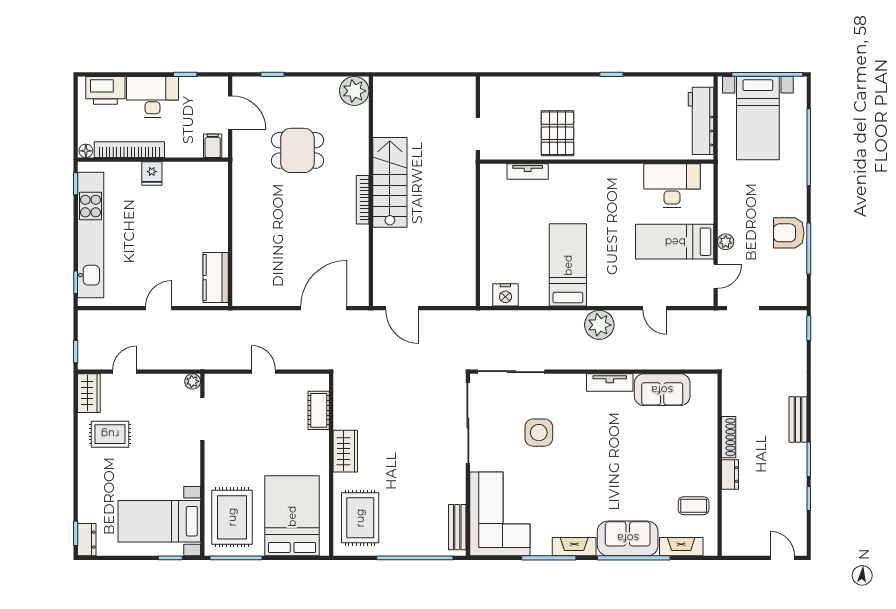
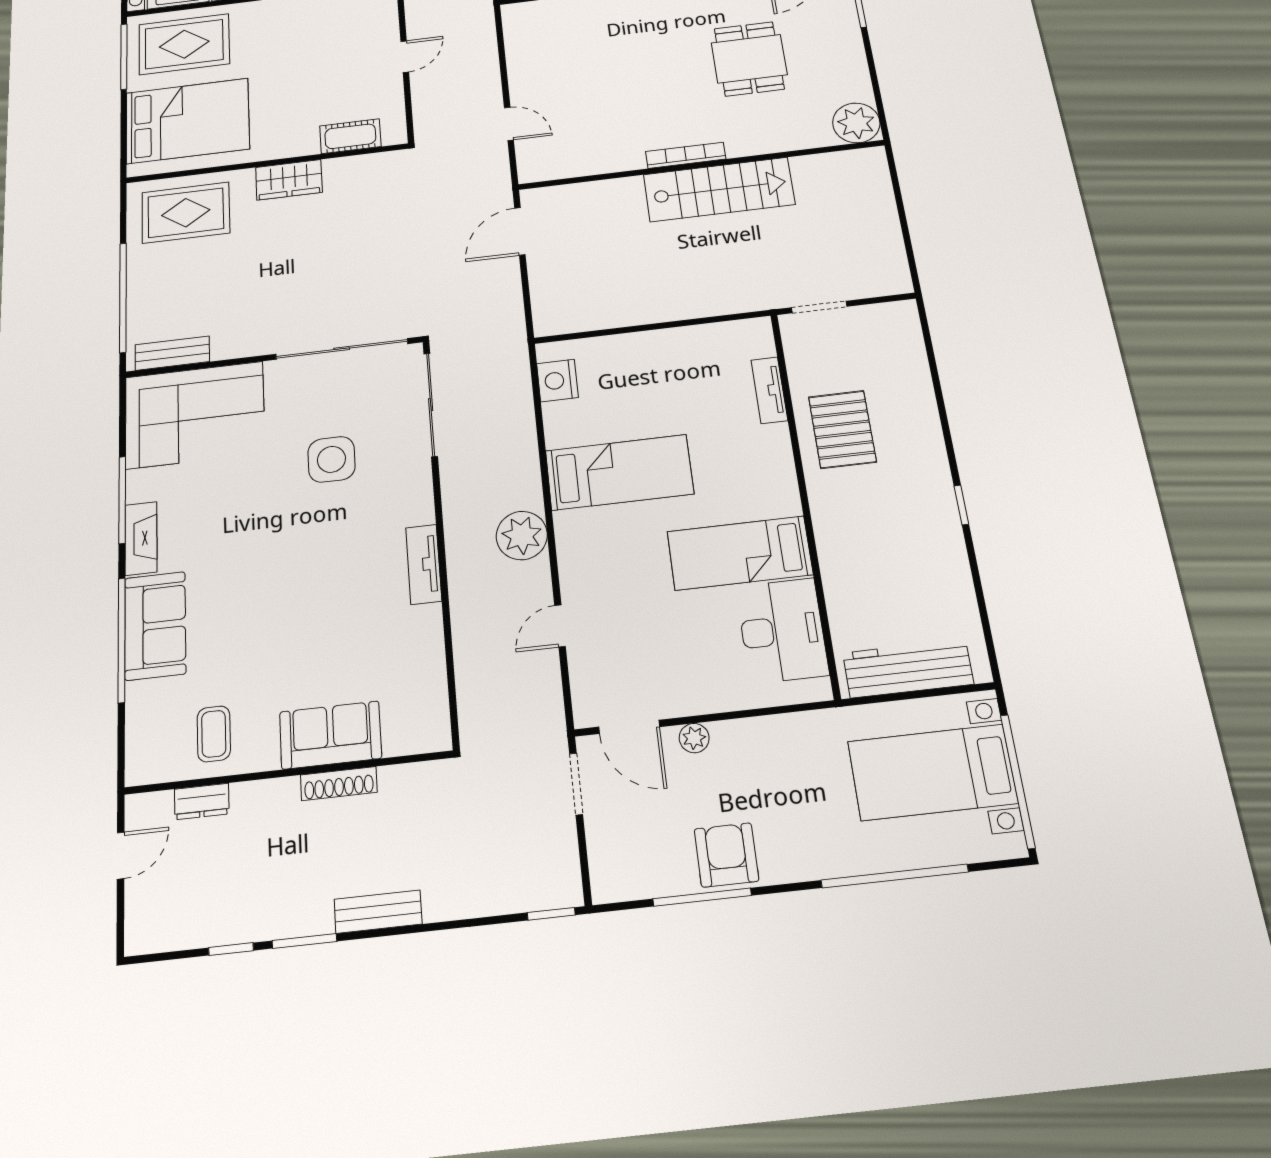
pallet: (557, 133) -> (842, 429), turned 90
bed: (675, 242) -> (740, 553), moved, turned -90
door: (716, 276) -> (629, 727), width x1.38
door: (324, 308) -> (509, 124), width x0.53
sofa: (662, 390) -> (330, 735), moved, turned 90
dresser: (730, 474) -> (202, 801), moved
fireplace: (681, 547) -> (141, 720), removed
door: (782, 558) -> (121, 856), moved

